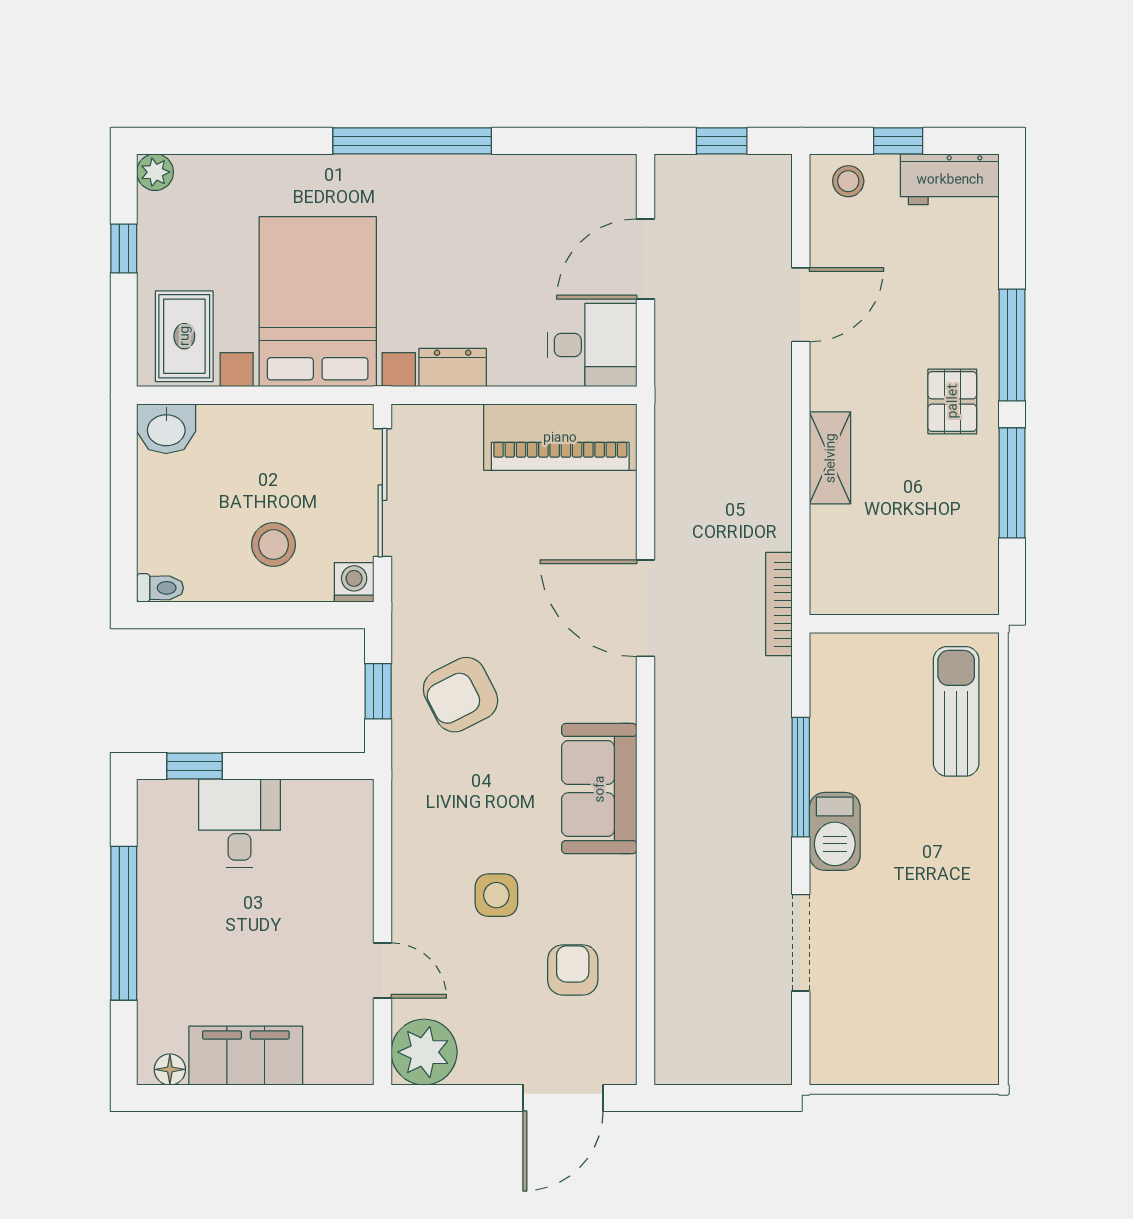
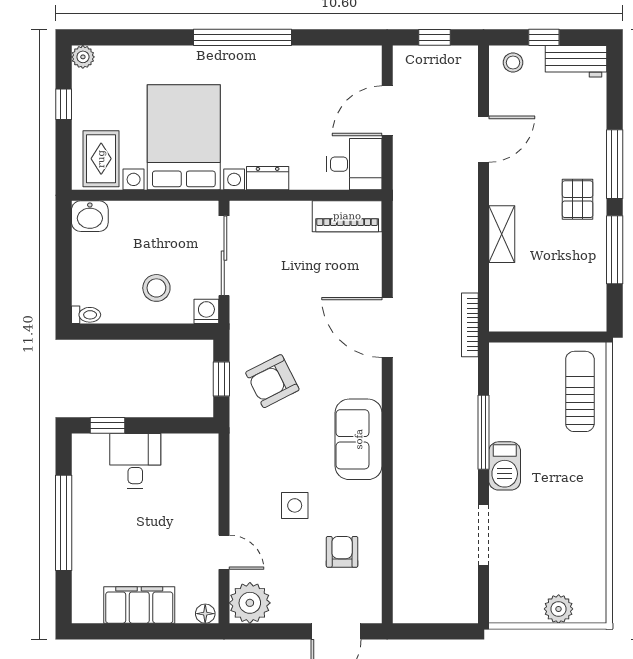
piano: (560, 437) -> (347, 216), width x0.73, depth x0.75
plant: (922, 1062) -> (559, 609), added
floor lamp: (170, 1069) -> (205, 614), moved

